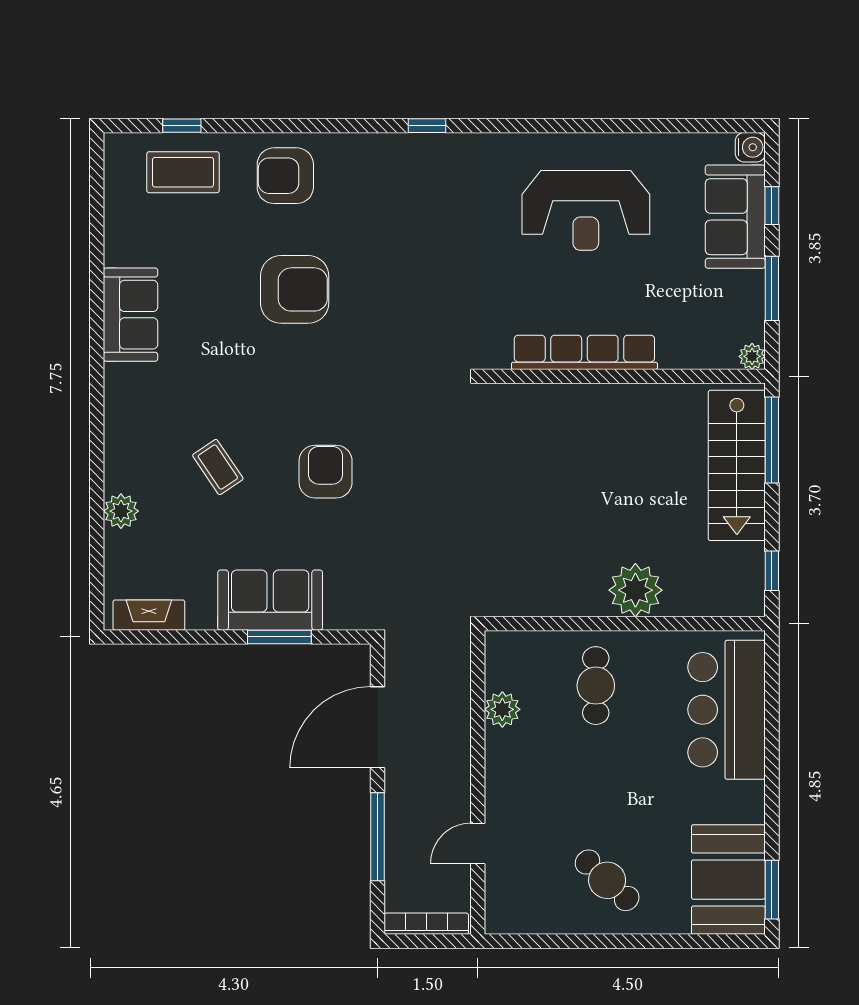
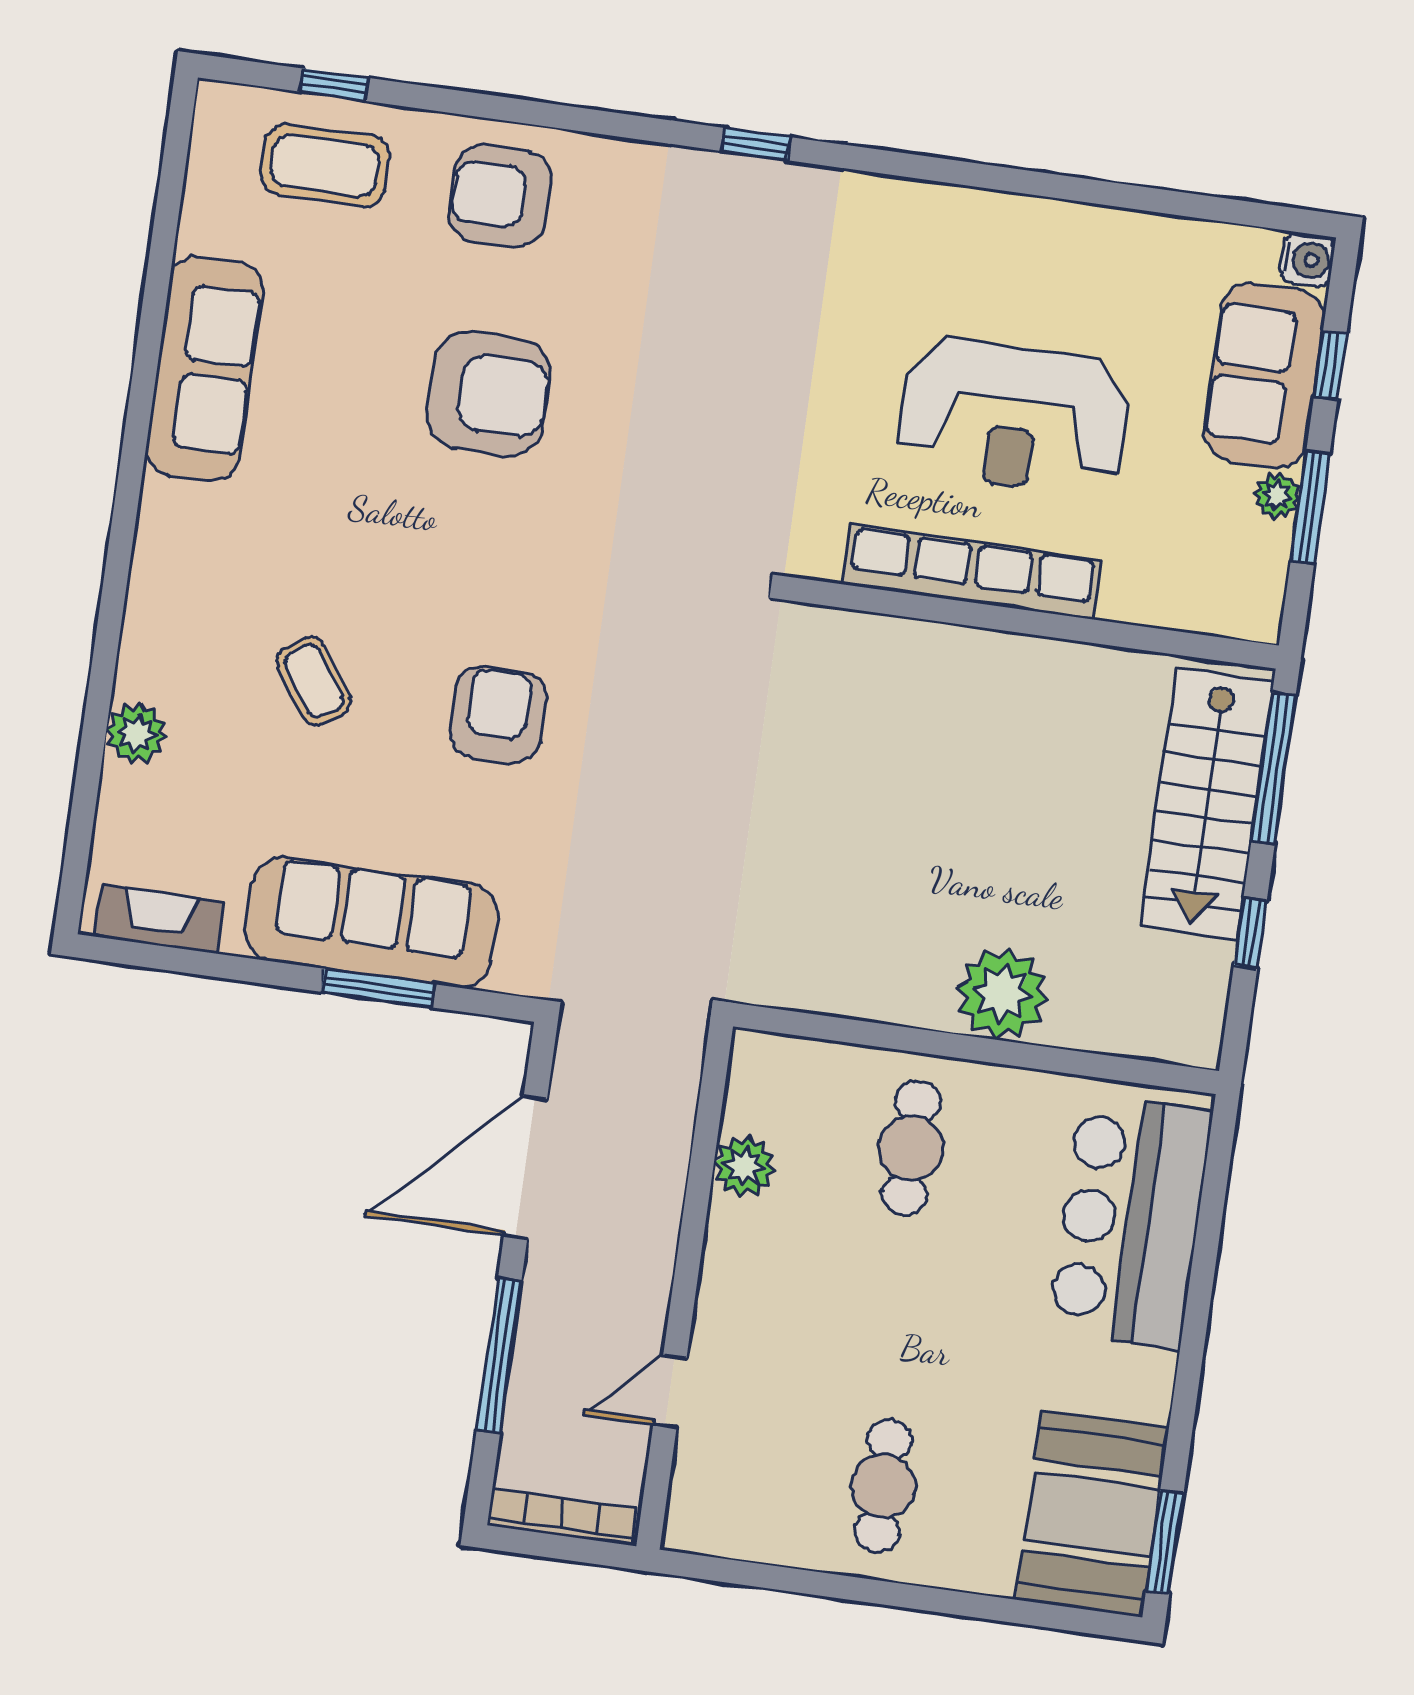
reception desk: (586, 210) -> (1014, 417), moved
sofa: (131, 315) -> (204, 369), width x1.36
plant: (752, 356) -> (1277, 496), moved
window: (772, 571) -> (1250, 933), moved
sofa: (270, 600) -> (371, 922), width x1.36
cafe table: (607, 880) -> (883, 1486), turned 47

